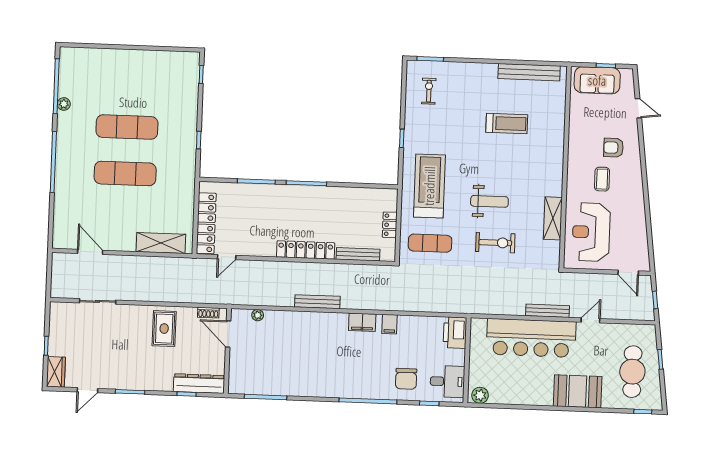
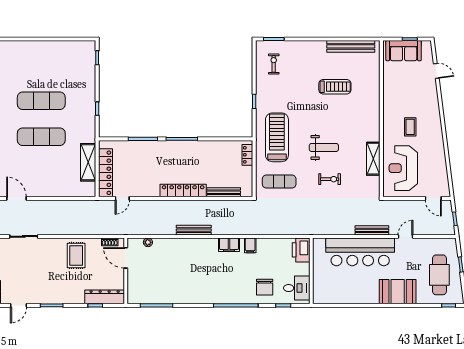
armchair: (614, 148) -> (418, 102), removed
locker: (390, 225) -> (247, 155), moved
shelving: (161, 243) -> (88, 162), moved, turned 90
exercise bike: (495, 243) -> (330, 179), width x0.73, depth x0.72
plant: (480, 395) -> (322, 298), removed

